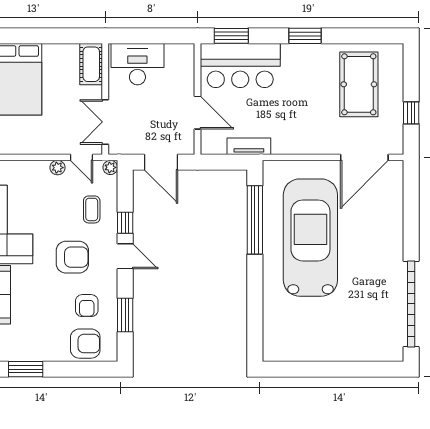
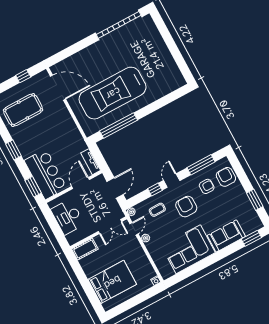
desk: (137, 64) -> (68, 217), moved
tv unit: (249, 146) -> (91, 162), moved
window: (125, 315) -> (201, 165), width x1.44

